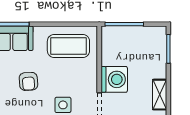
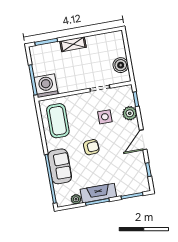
washing machine: (114, 79) -> (46, 86), moved
shelving: (160, 95) -> (73, 44), moved

